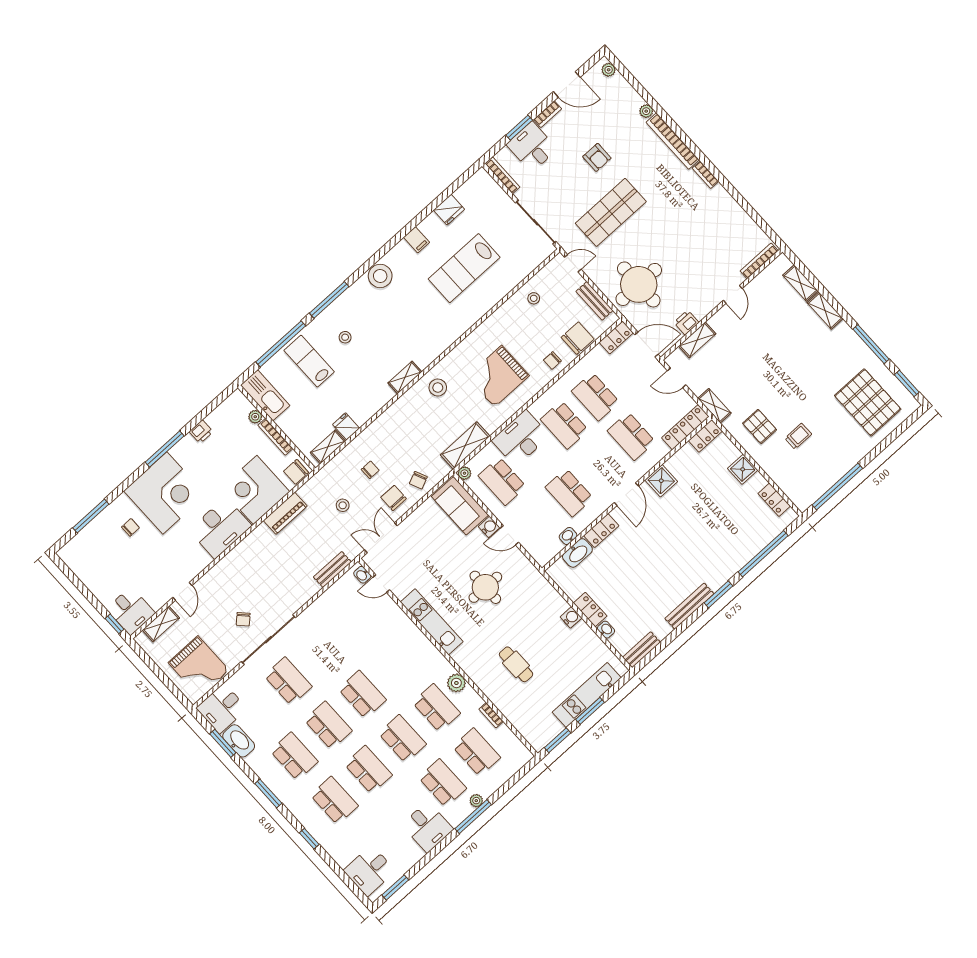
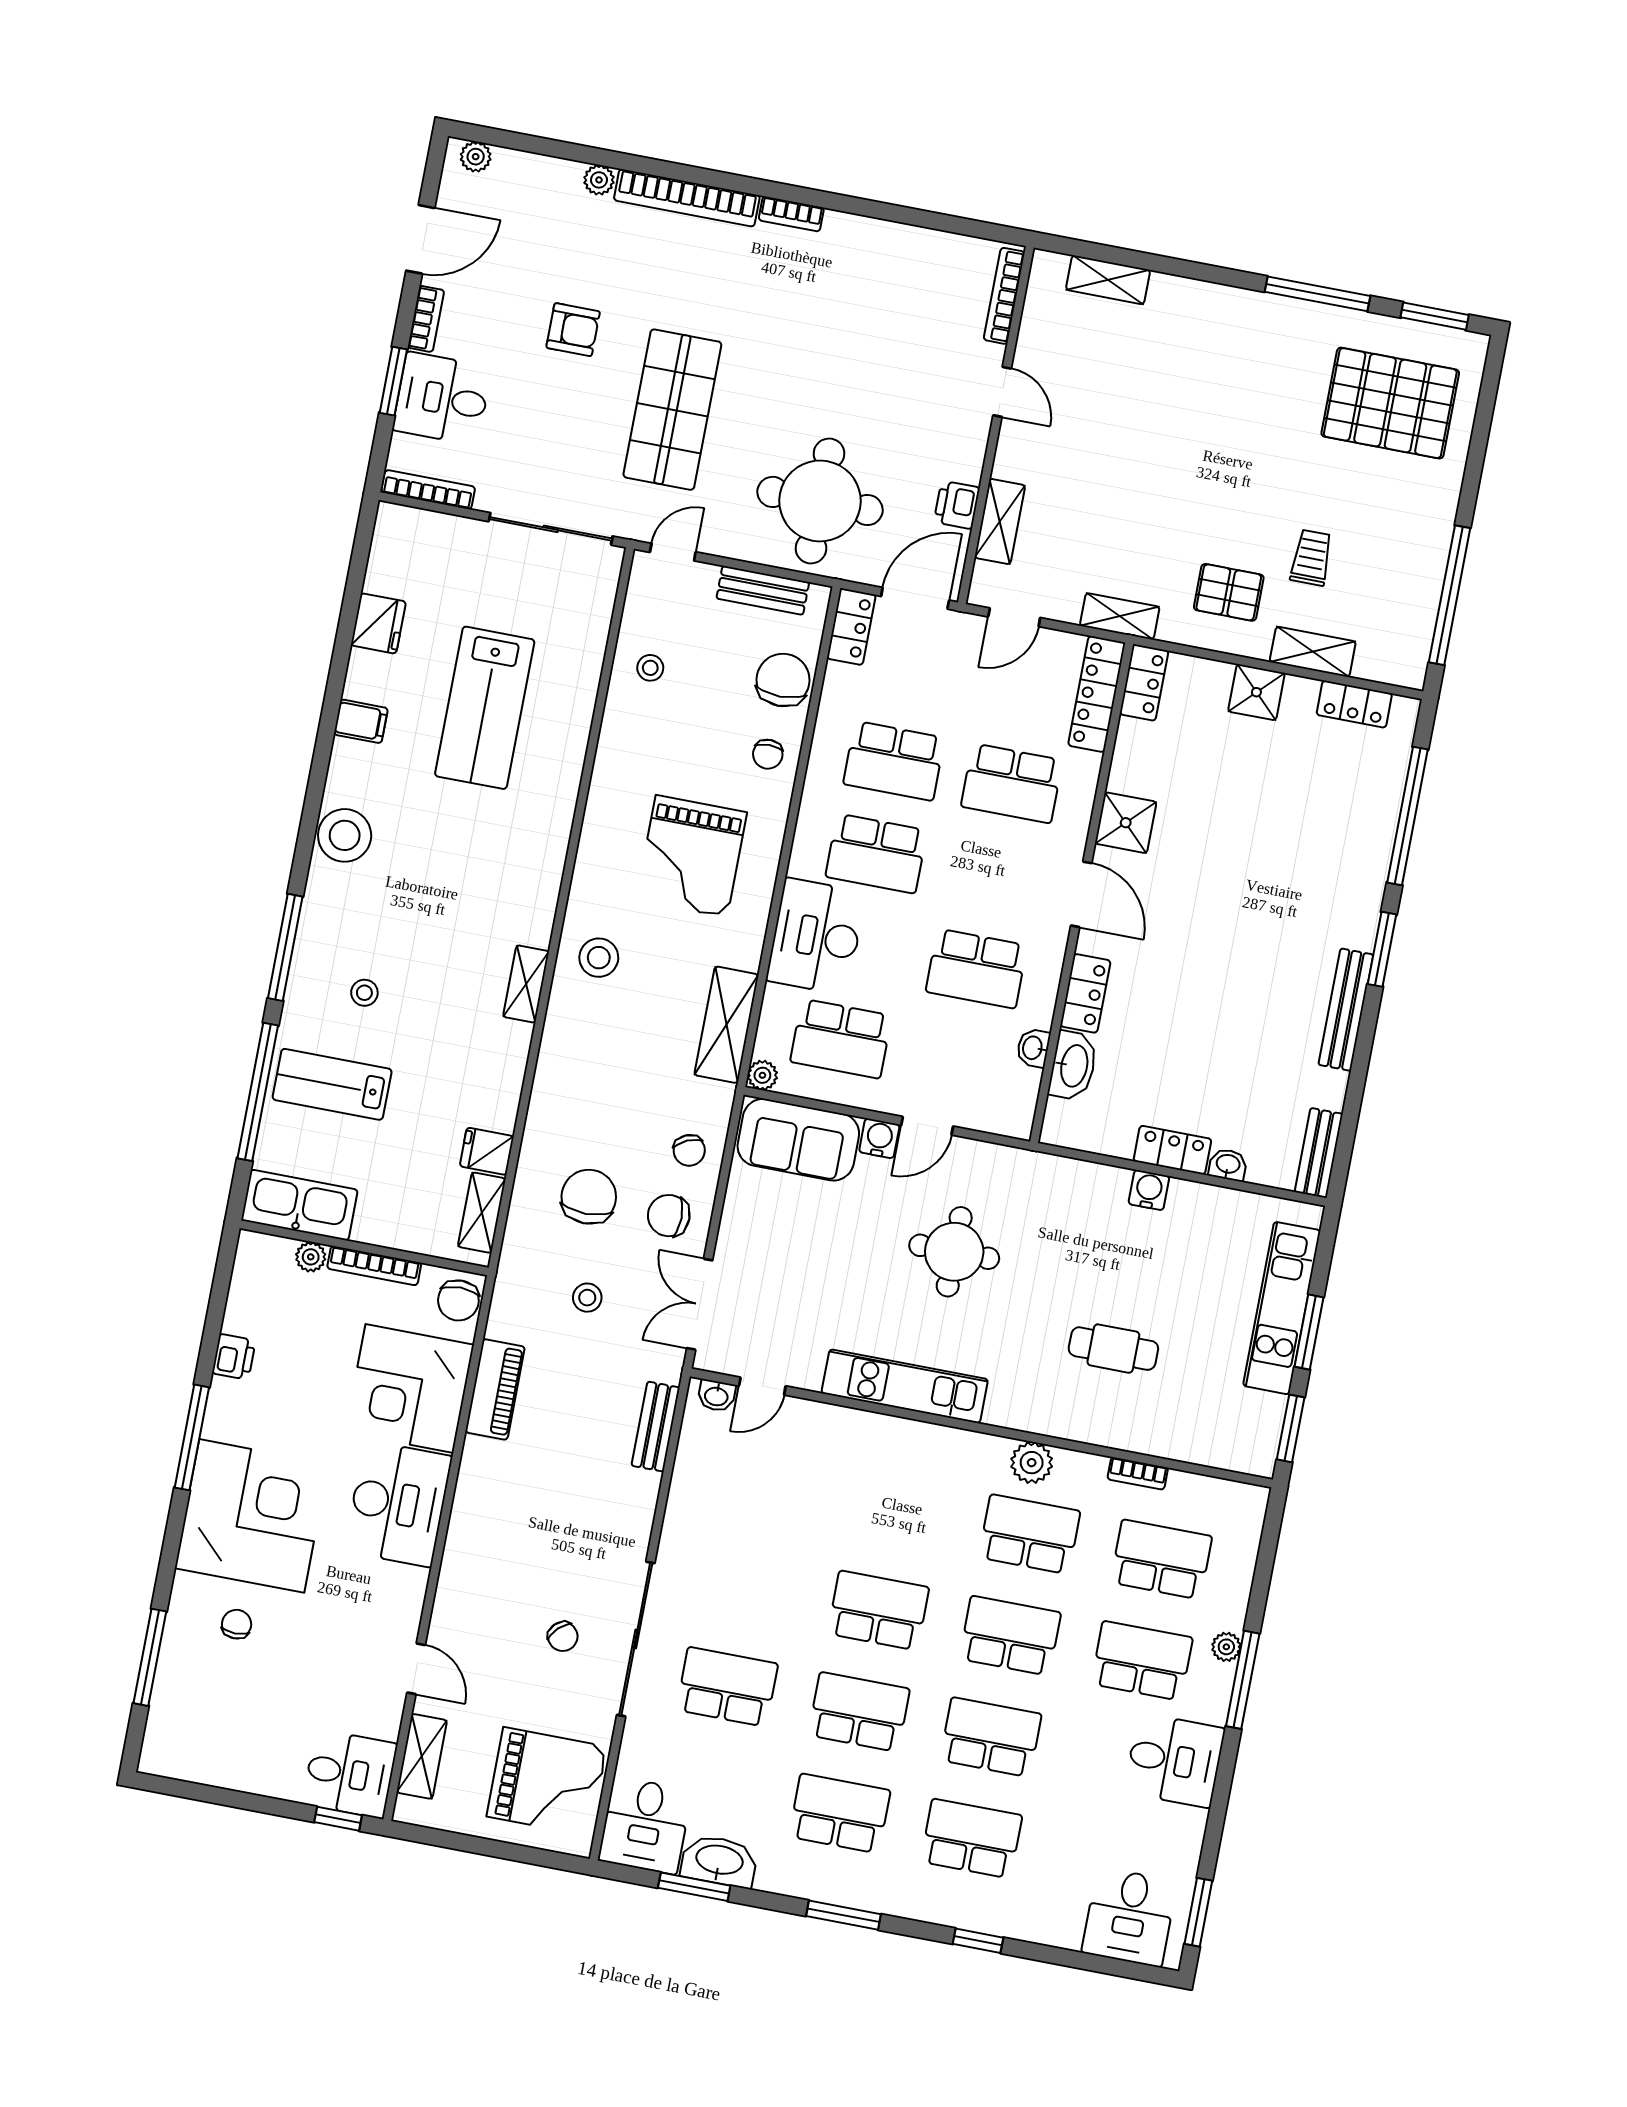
shelving: (825, 311) -> (1313, 652), moved
chair: (370, 470) -> (589, 1197), width x1.87, depth x1.87

